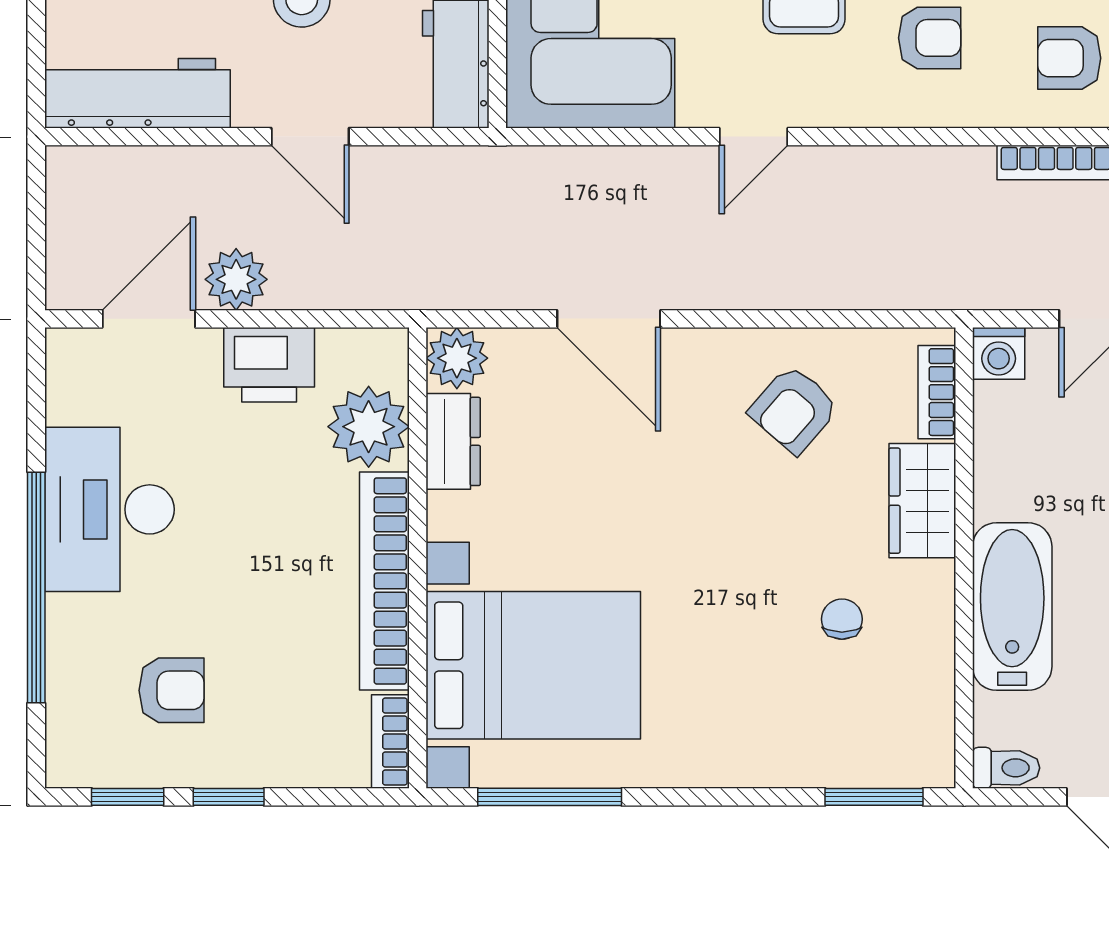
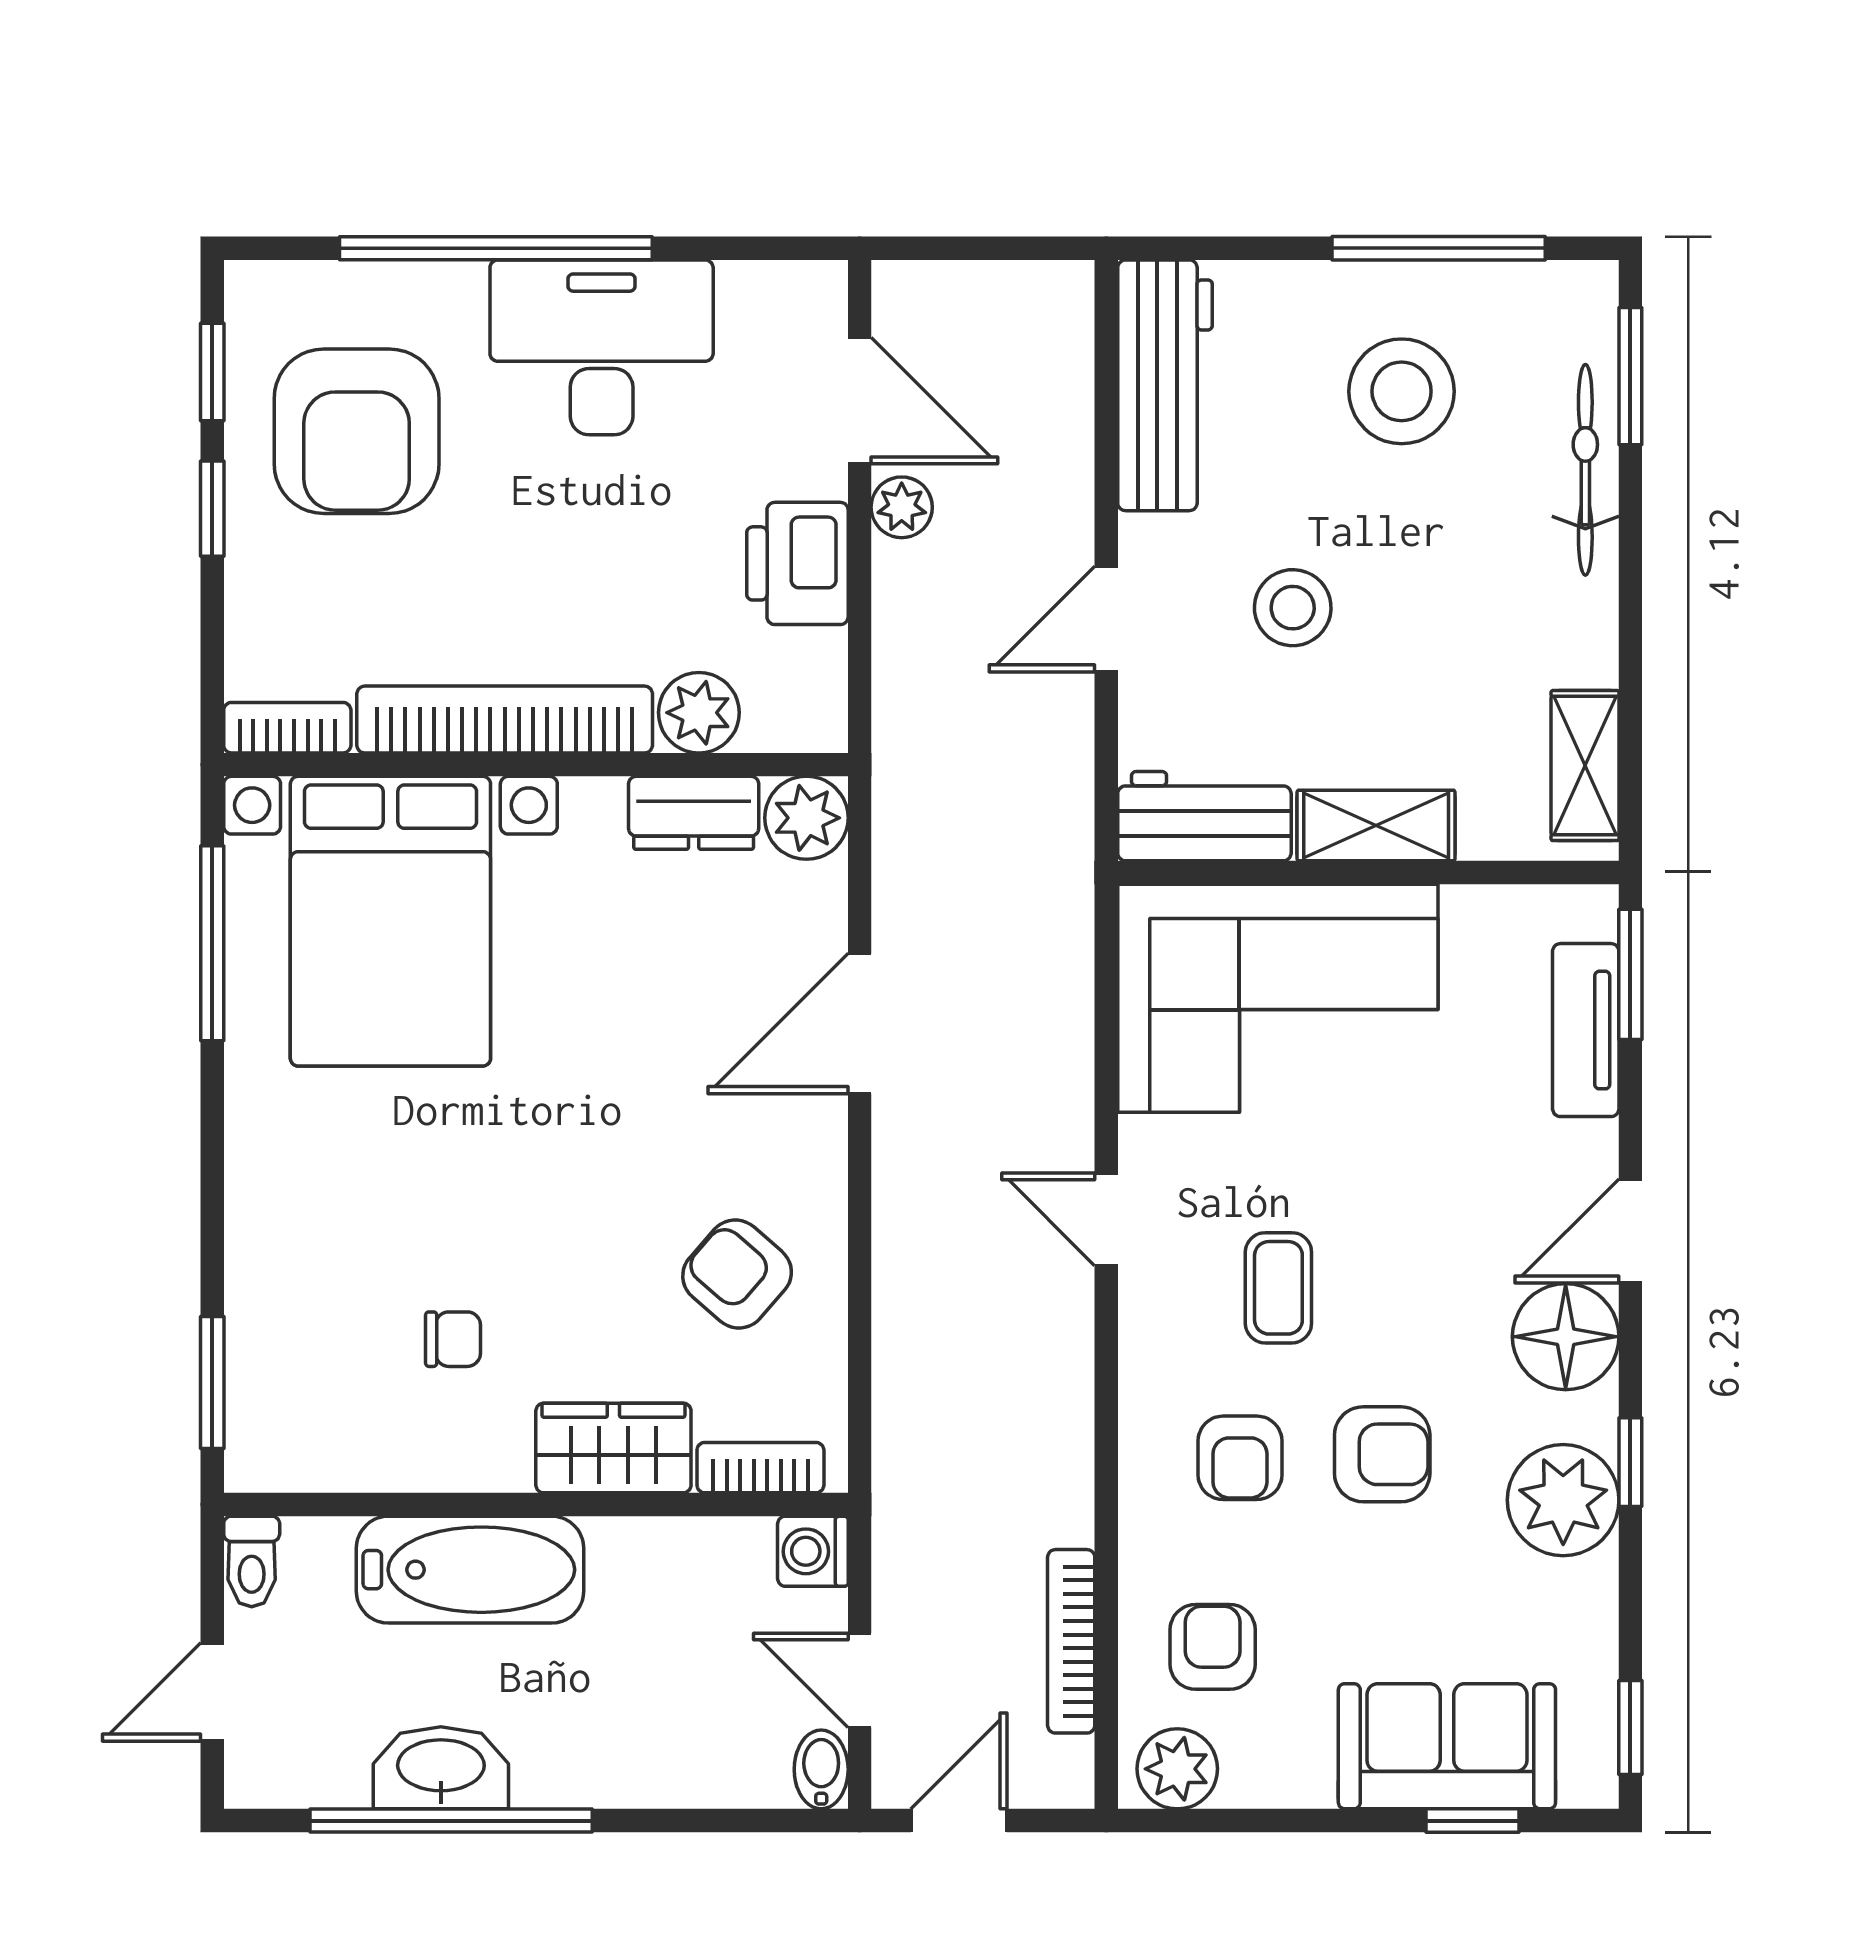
plant: (236, 279) -> (902, 507), width x0.73, depth x0.73
plant: (369, 427) -> (699, 713), width x0.73, depth x0.73
armchair: (171, 690) -> (357, 431), width x1.88, depth x1.88

